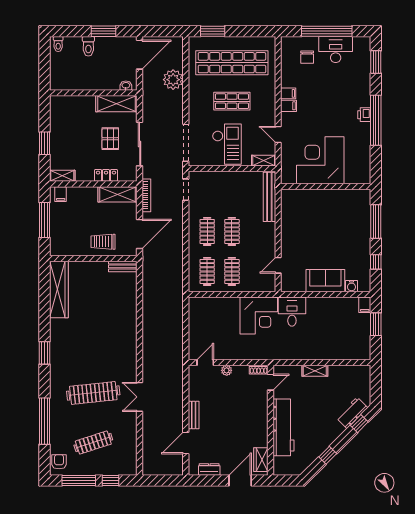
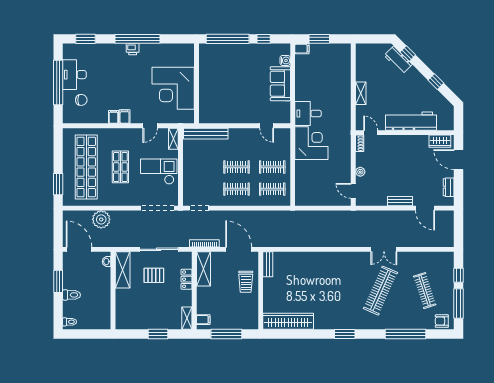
window: (376, 222) -> (228, 39), width x1.46
clothes rail: (93, 393) -> (380, 291), turned 30

